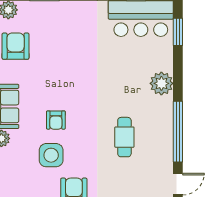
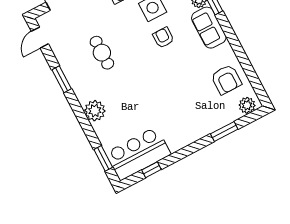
window: (178, 132) -> (62, 79), width x0.47

